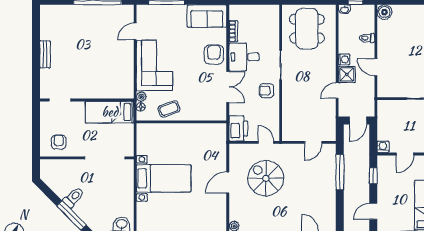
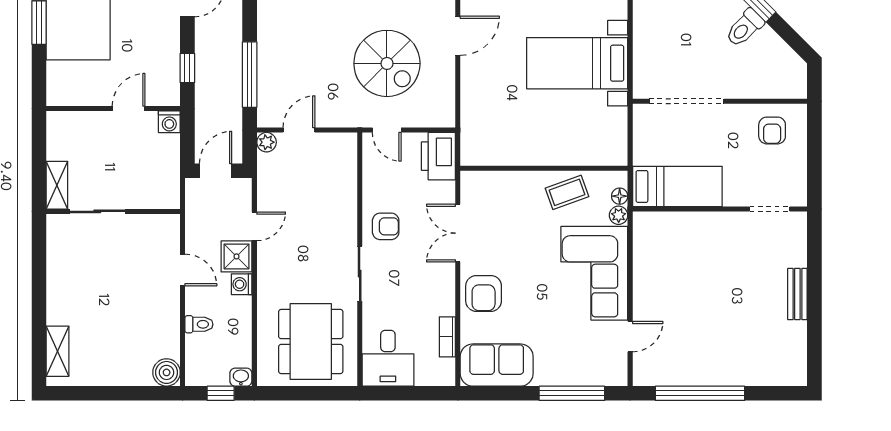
desk: (244, 57) -> (388, 358), moved, turned 90
plant: (331, 136) -> (267, 142), added
door: (228, 182) -> (458, 36), moved

